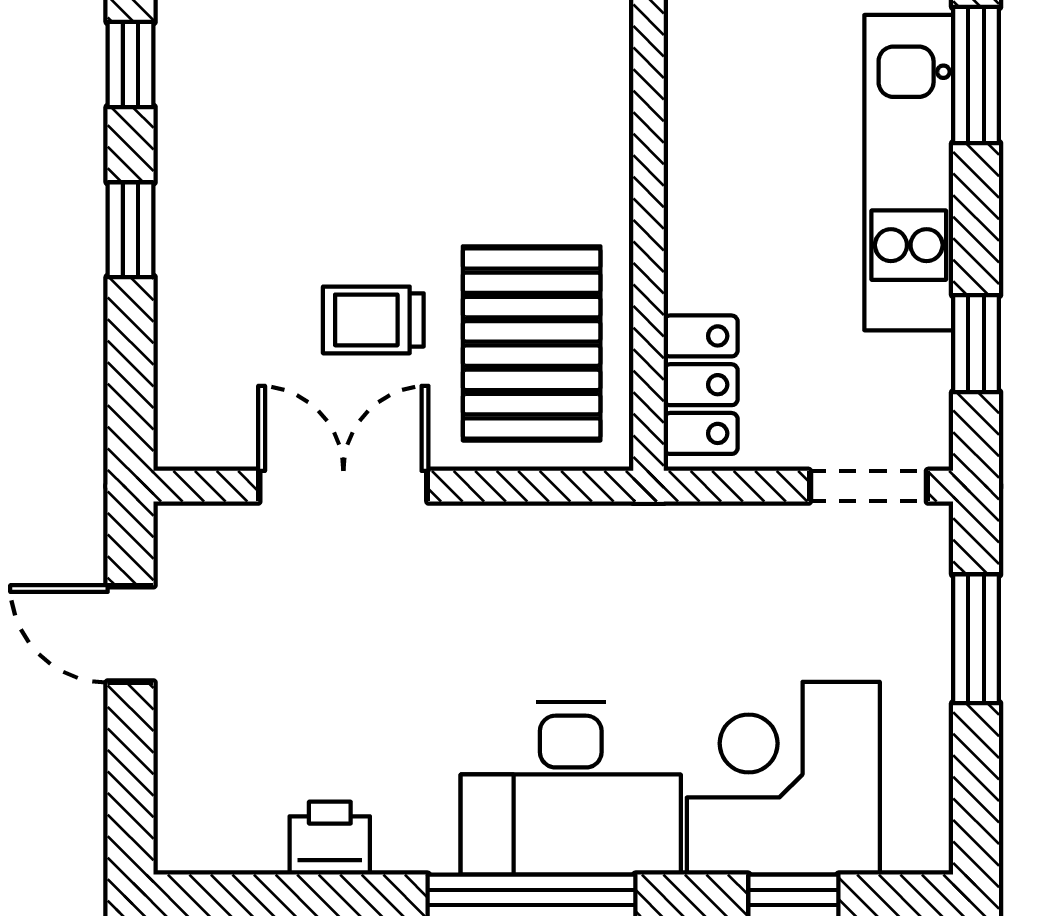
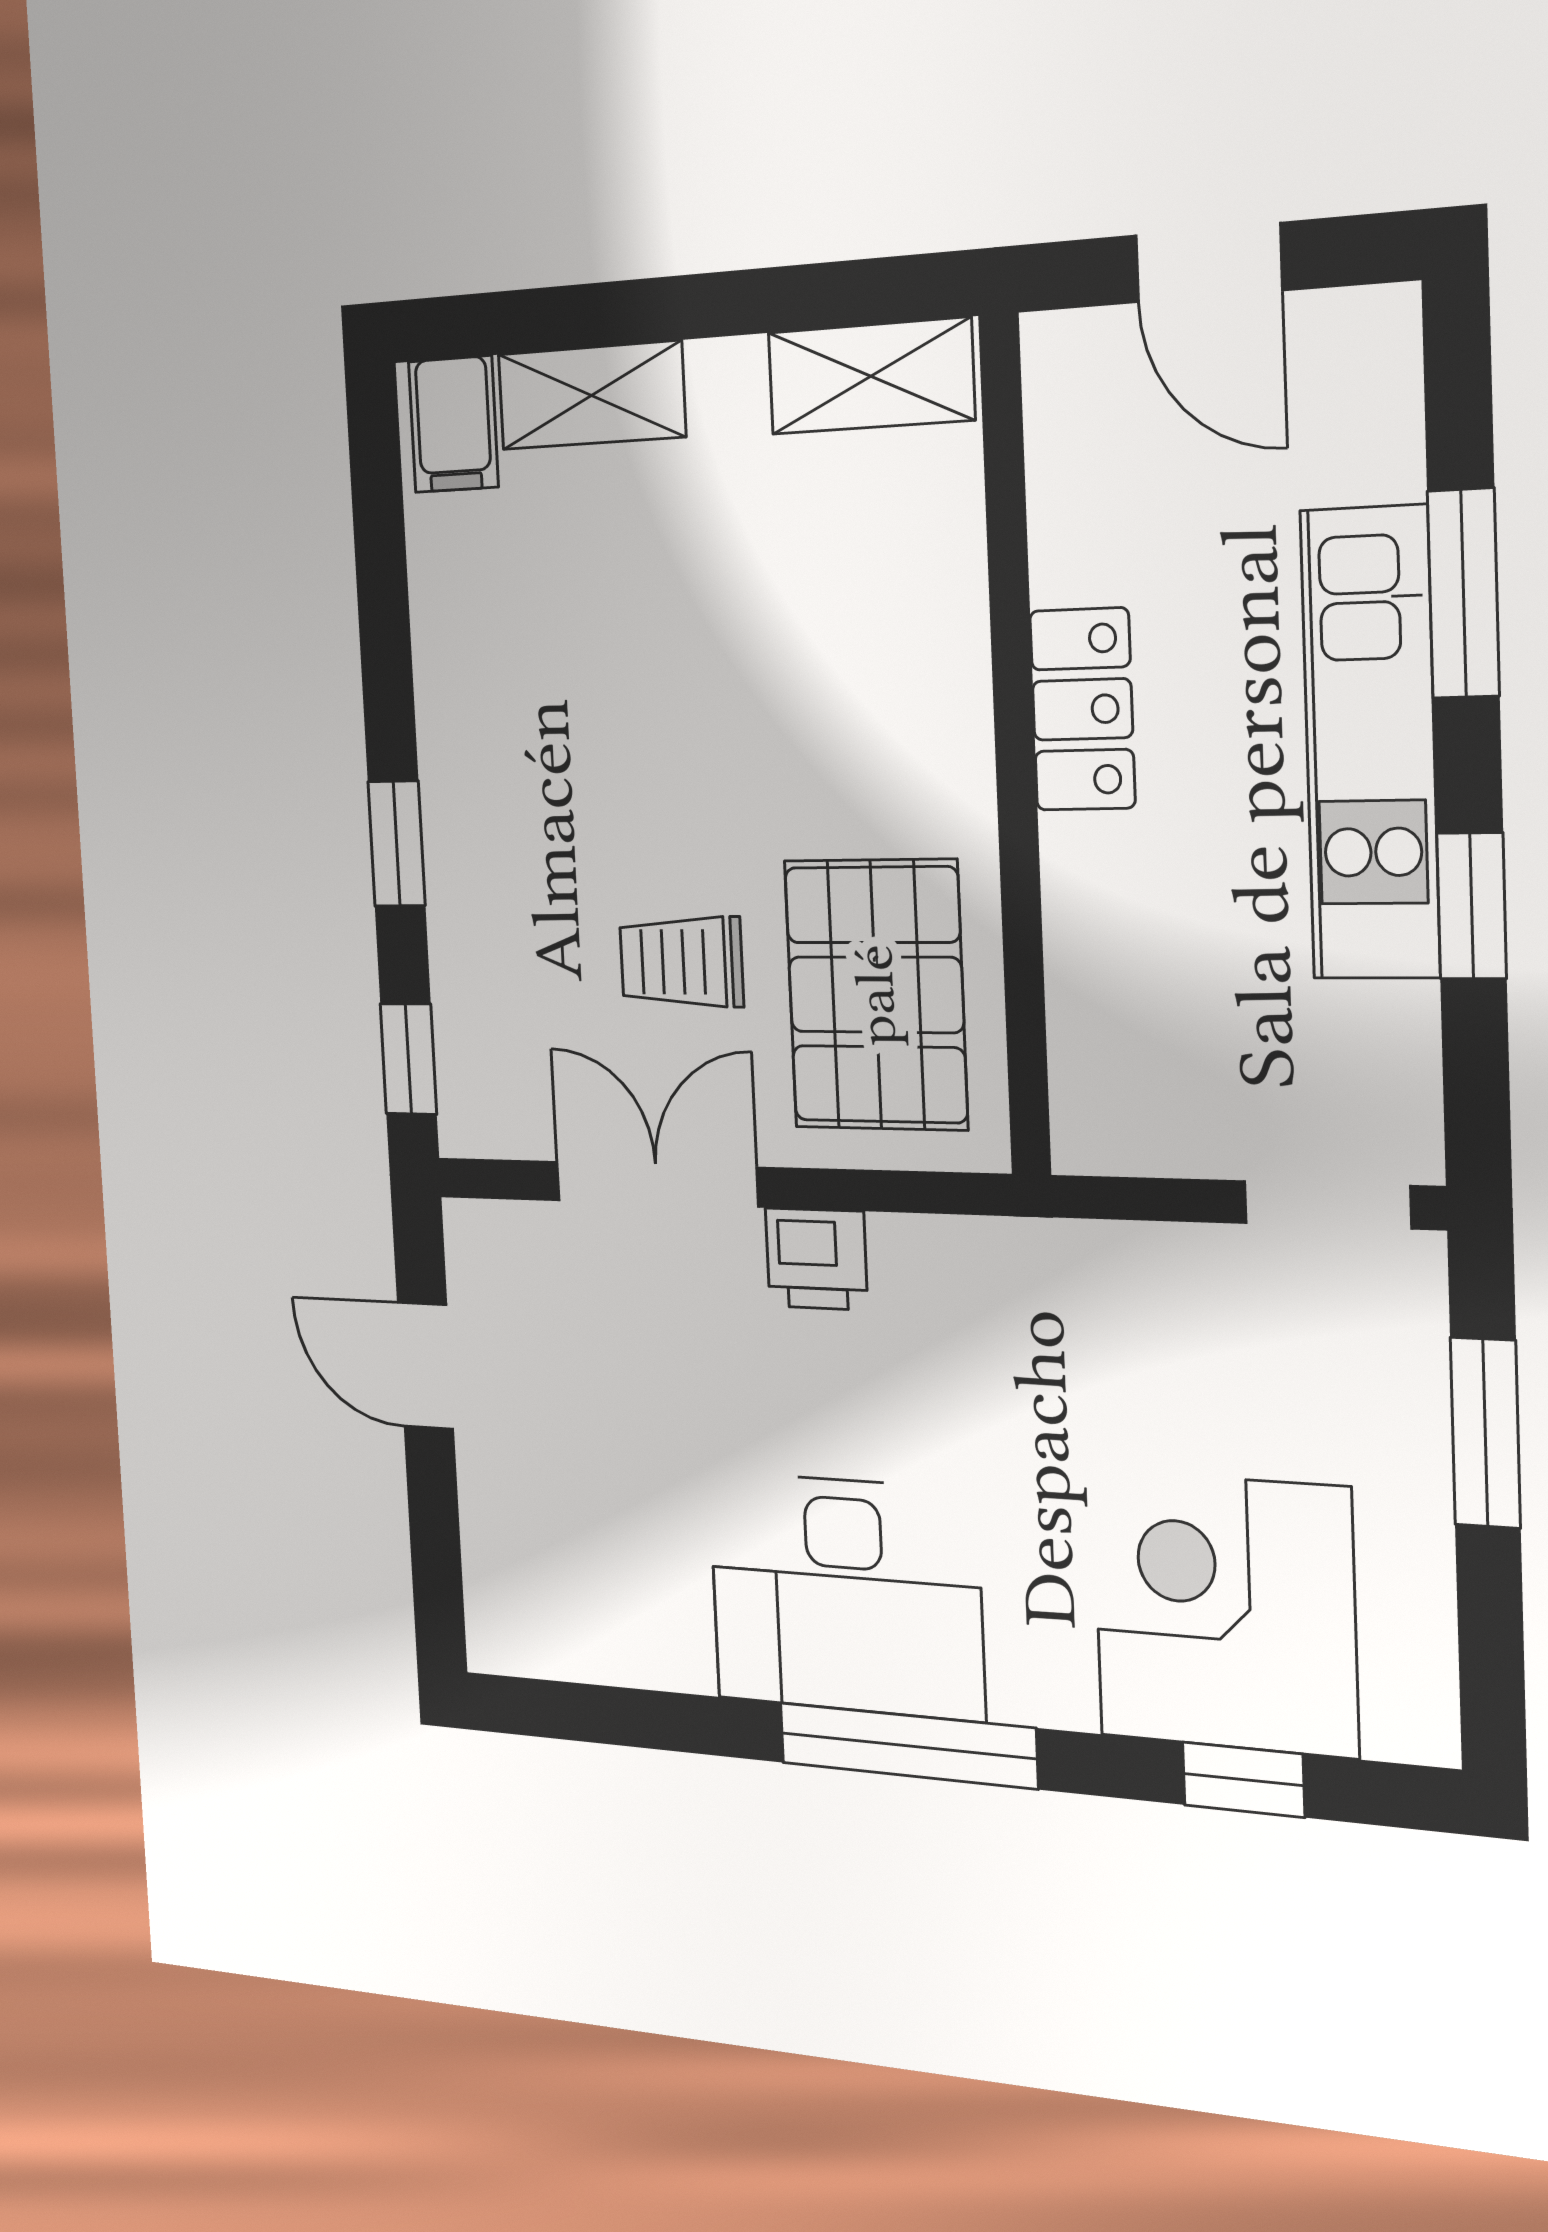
window: (131, 65) -> (408, 1059), moved
window: (976, 344) -> (1472, 906), moved
locker: (701, 385) -> (1082, 709), moved
desk: (571, 788) -> (846, 1595), moved
printer: (330, 838) -> (816, 1259), moved, turned 180

